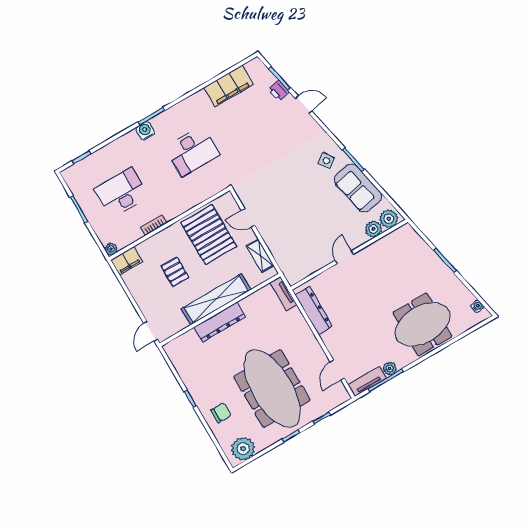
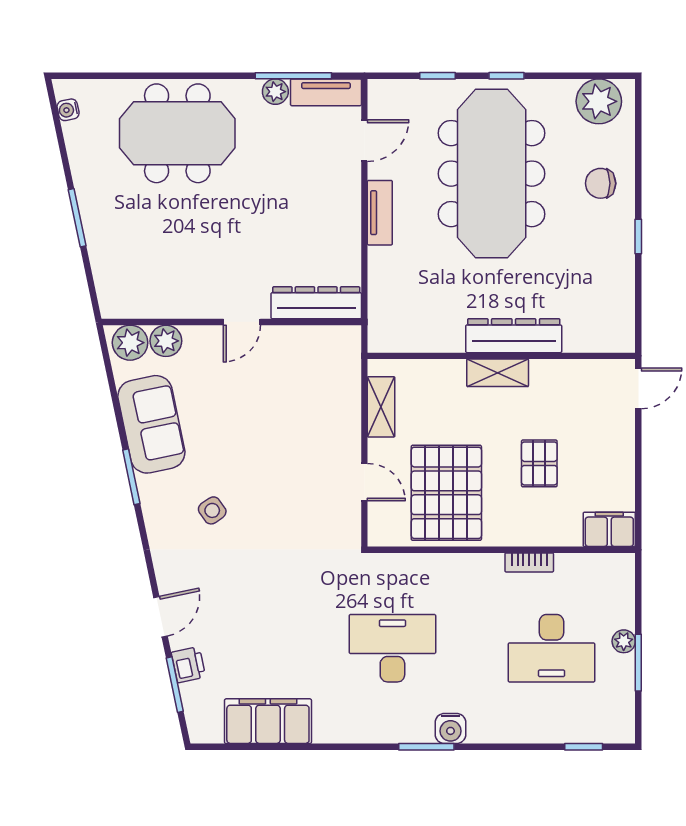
door: (304, 105) -> (161, 617), swing flipped
side table: (326, 161) -> (212, 510), moved
plant: (111, 249) -> (624, 641), moved
tv unit: (283, 294) -> (380, 213), moved
shelving: (216, 299) -> (498, 373), width x0.45, depth x0.75
dresser: (314, 310) -> (316, 303), moved, turned 90

